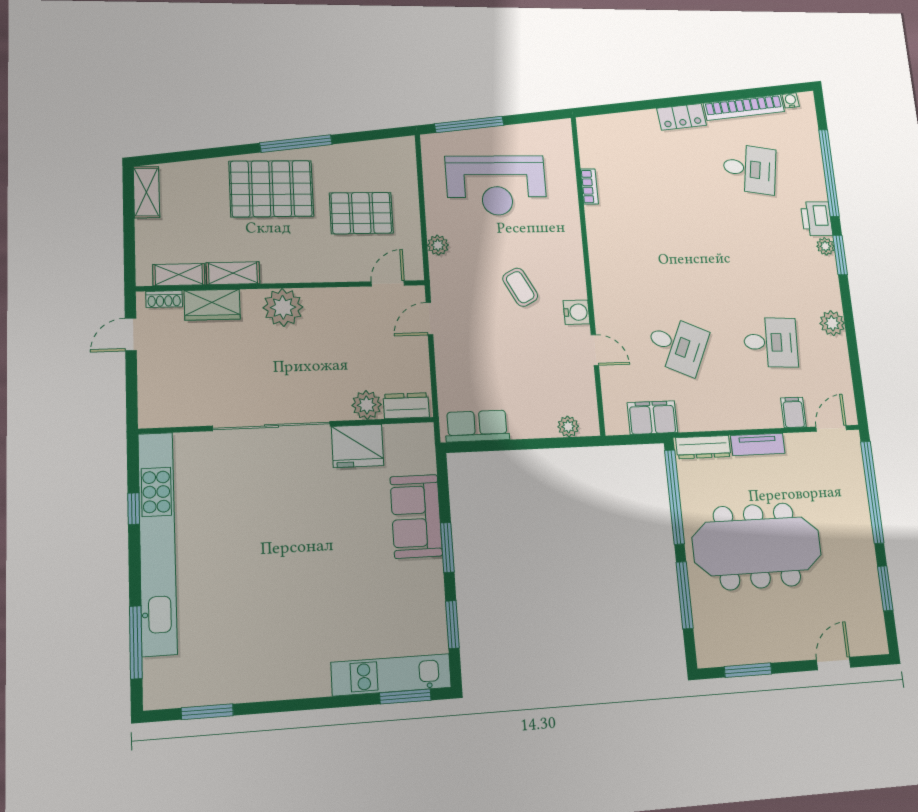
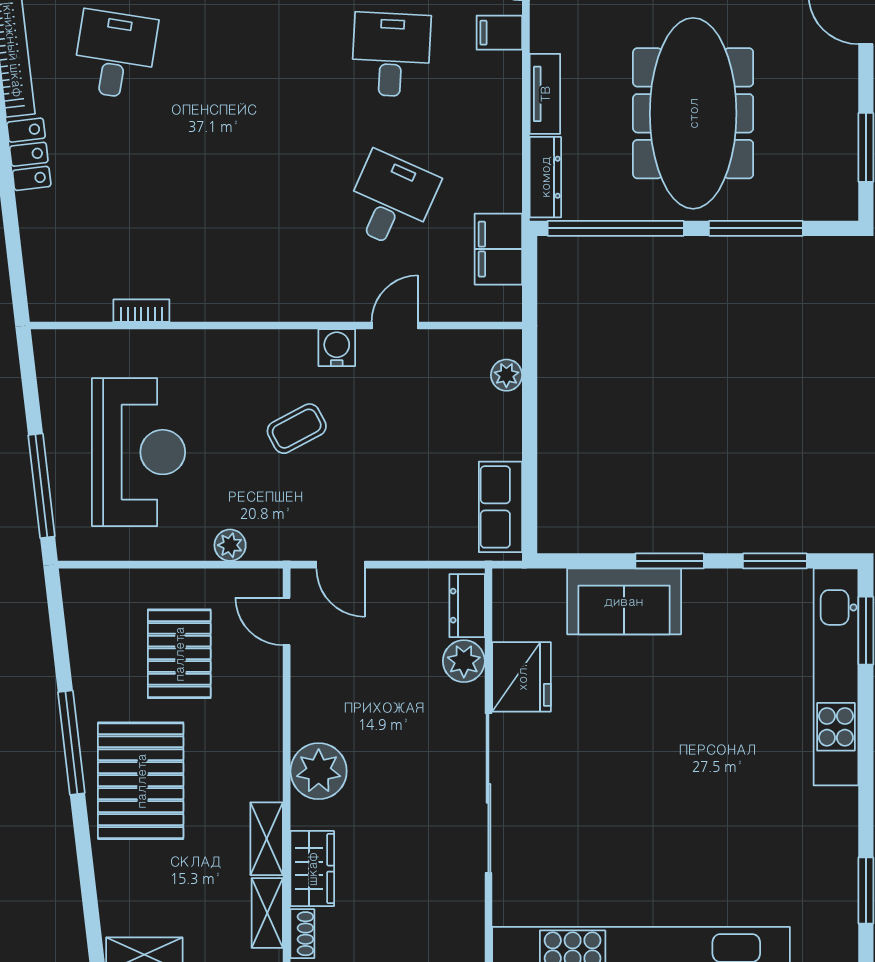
kitchen unit: (391, 675) -> (836, 677), width x1.36

